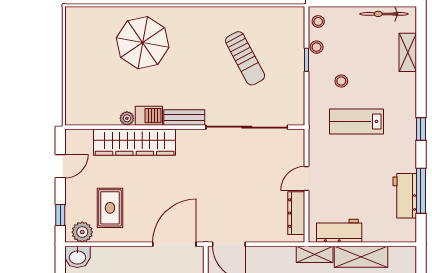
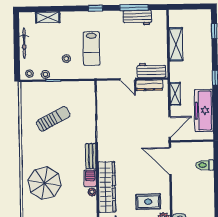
bicycle: (384, 14) -> (24, 43), moved
workbench: (339, 231) -> (152, 70), moved, turned 90
shelving: (315, 254) -> (175, 94), moved

